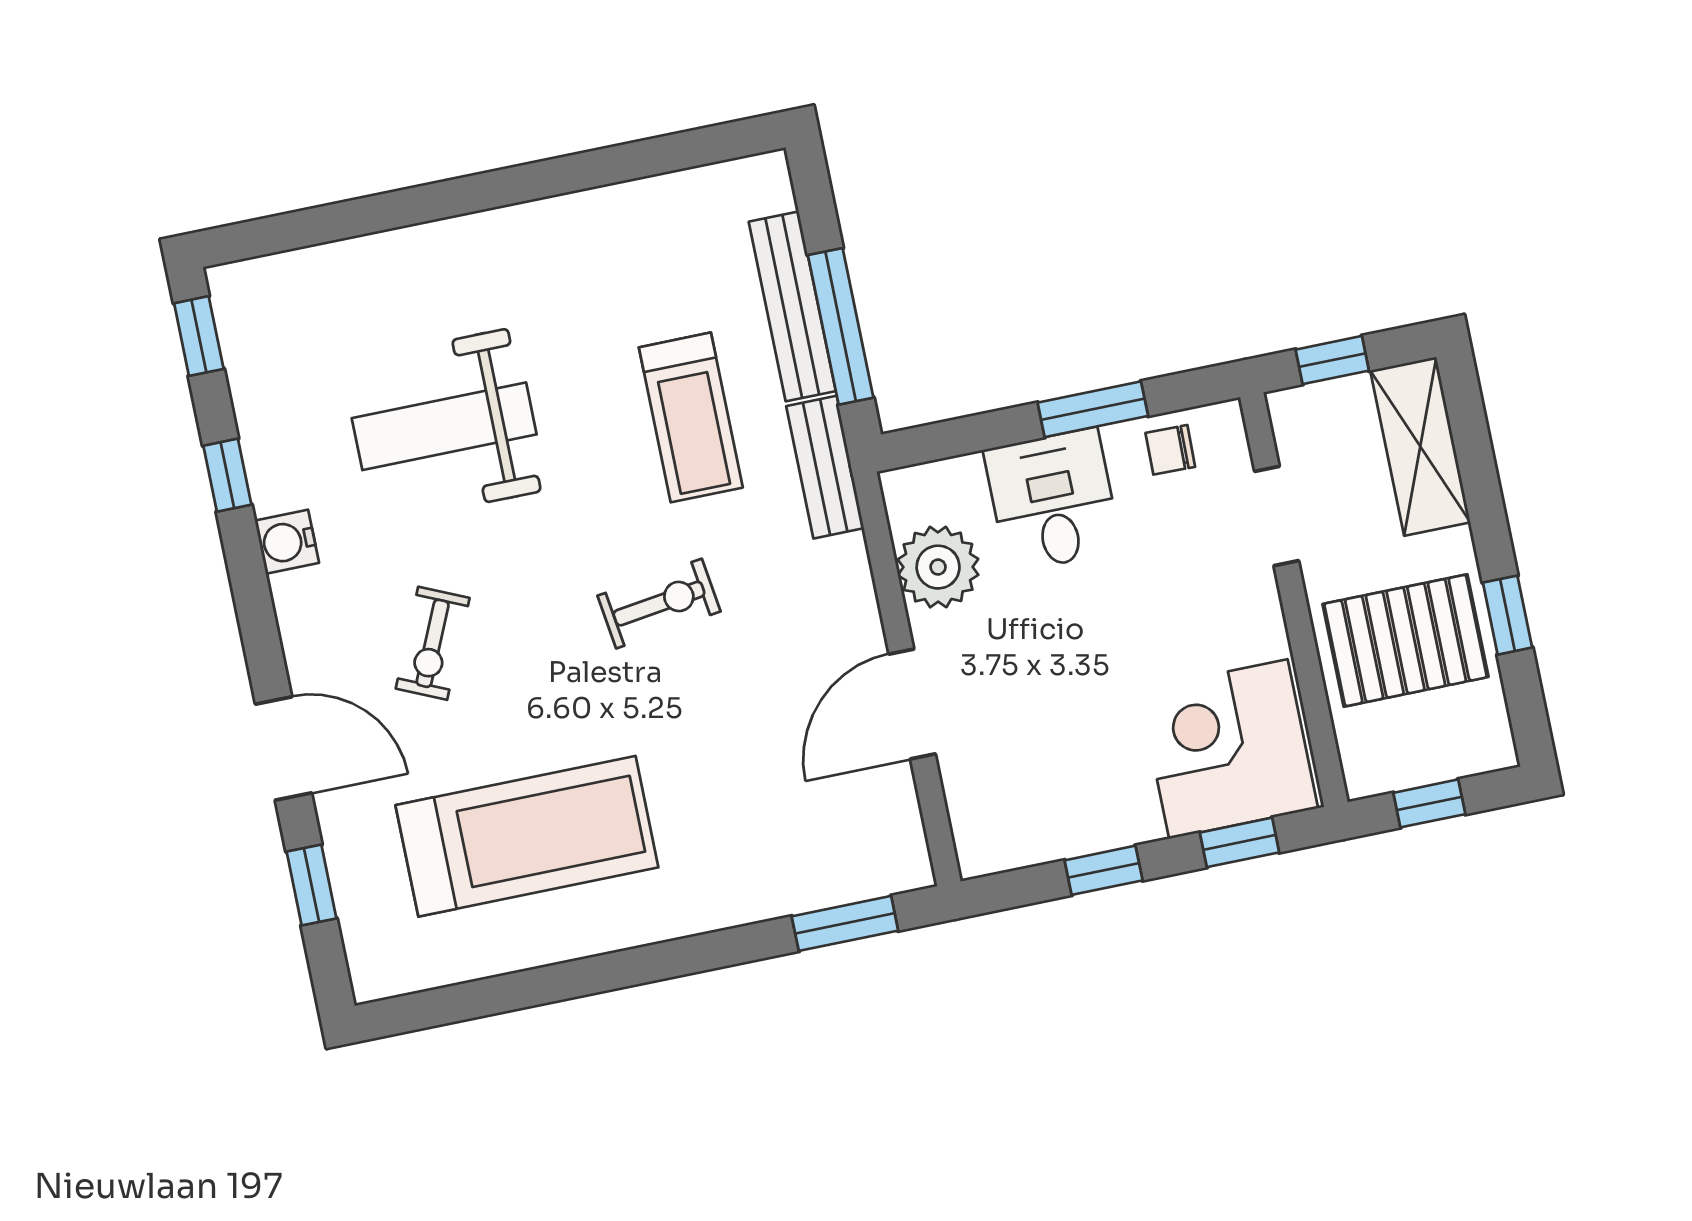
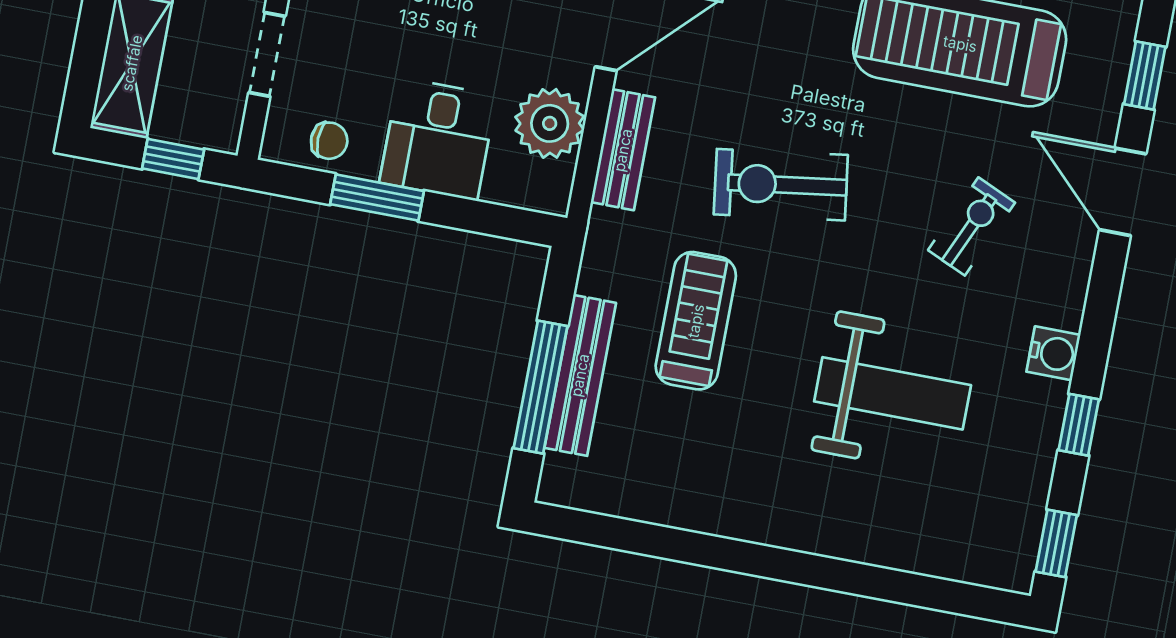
window: (841, 326) -> (541, 387), moved
bench: (825, 467) -> (623, 150), moved
exercise bike: (659, 604) -> (781, 185), width x1.38, depth x1.39

